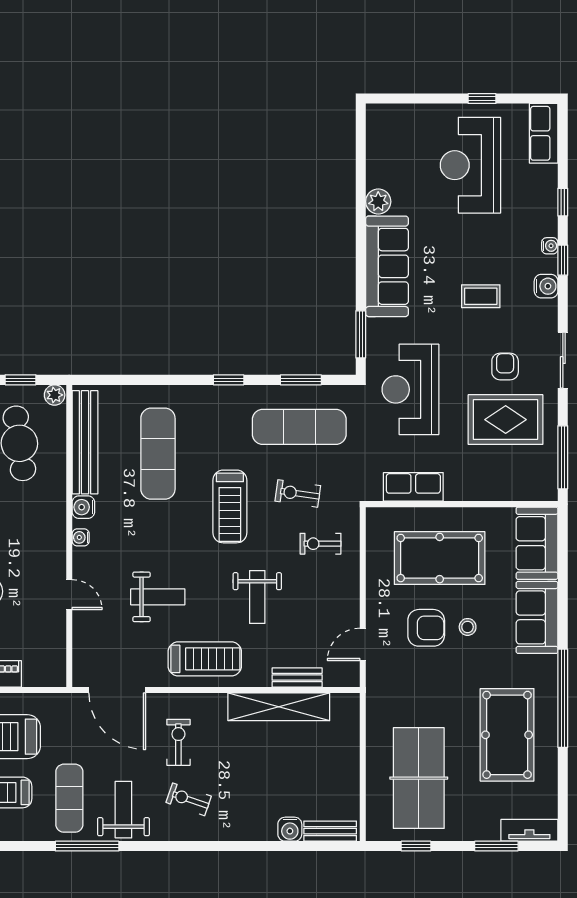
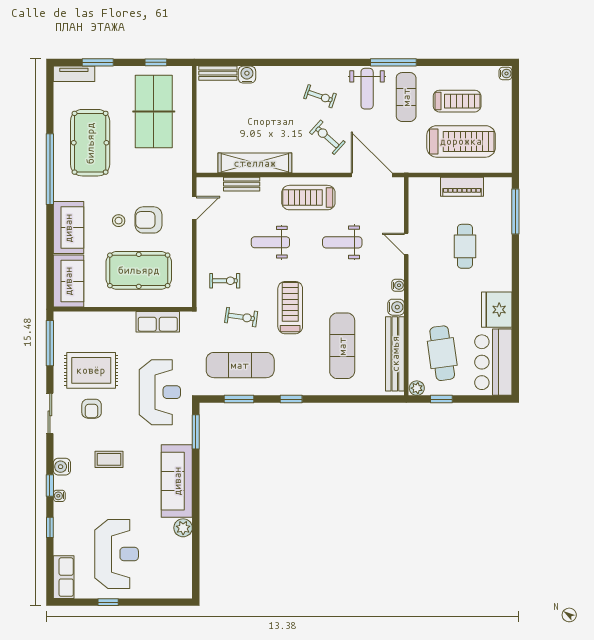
weight bench: (257, 597) -> (270, 242), turned -90
exercise bike: (178, 742) -> (327, 137), turned 132

